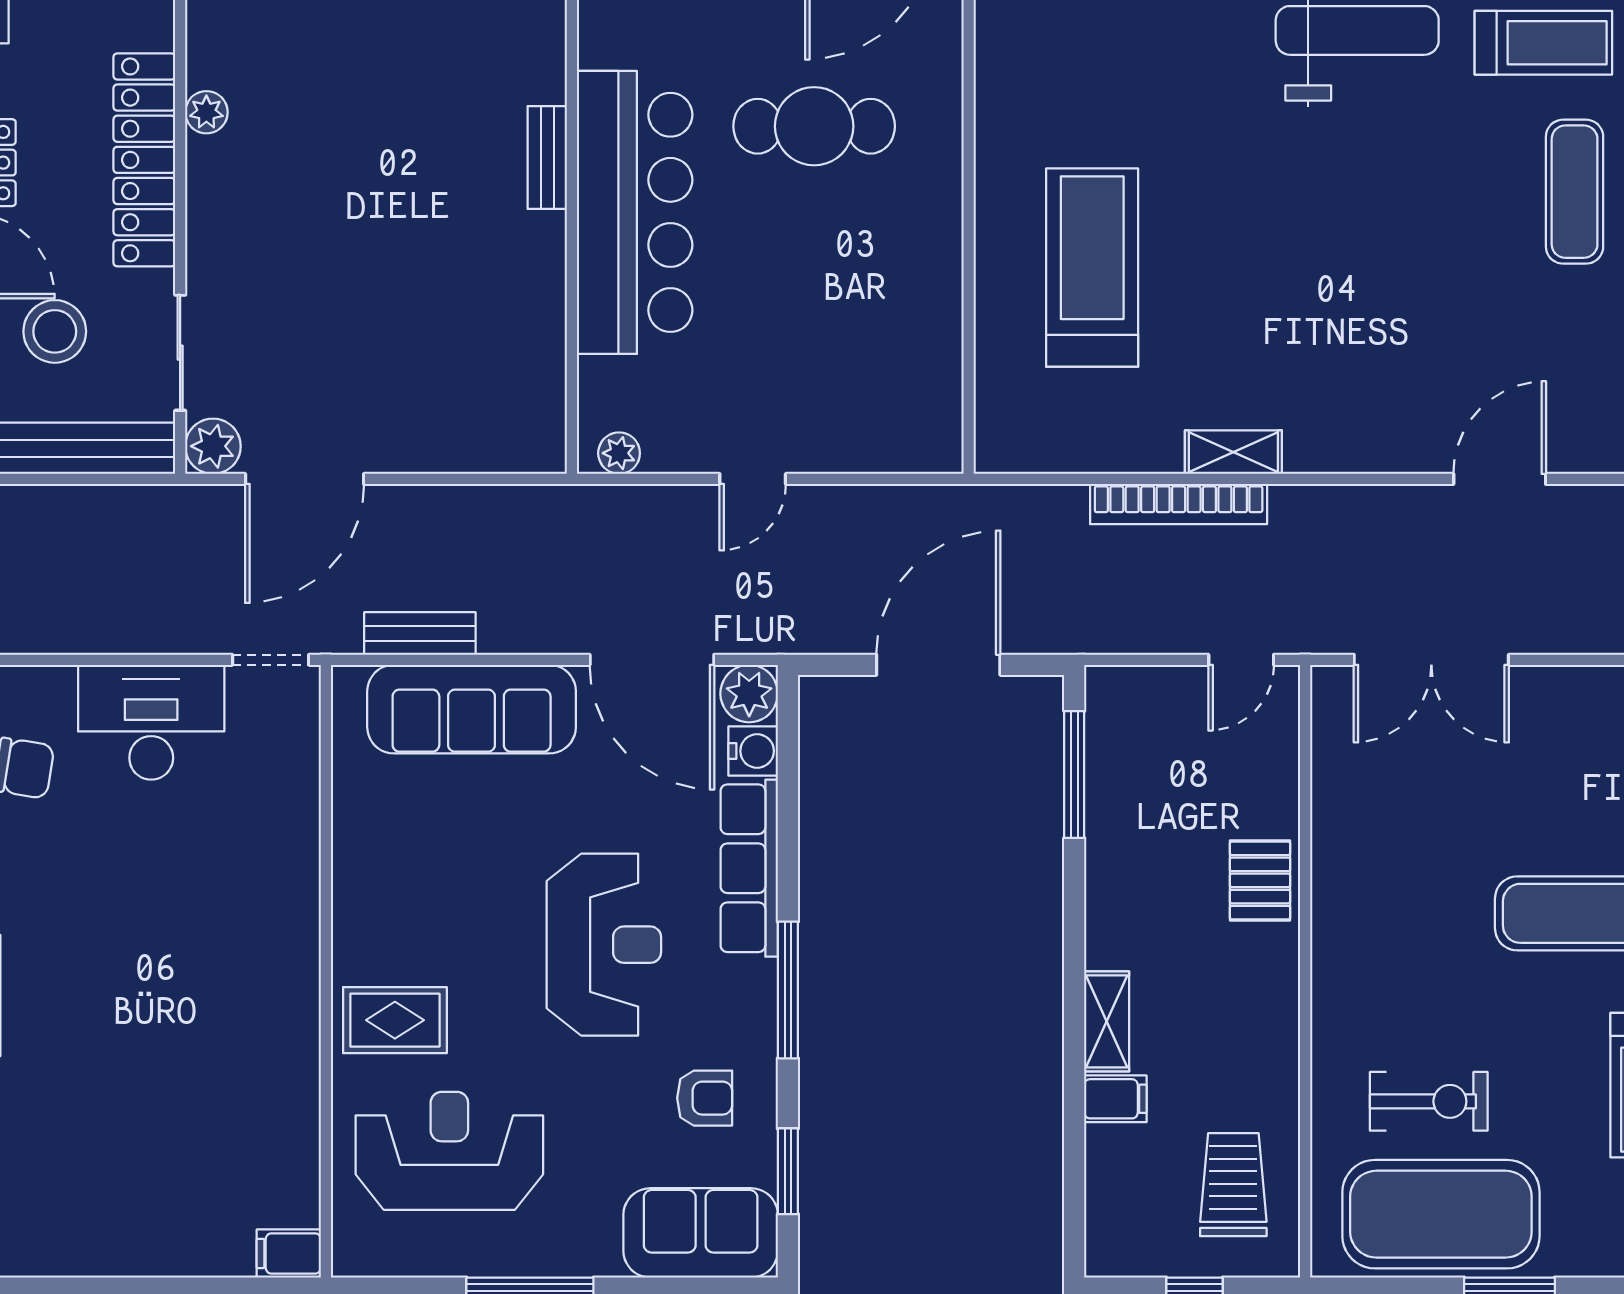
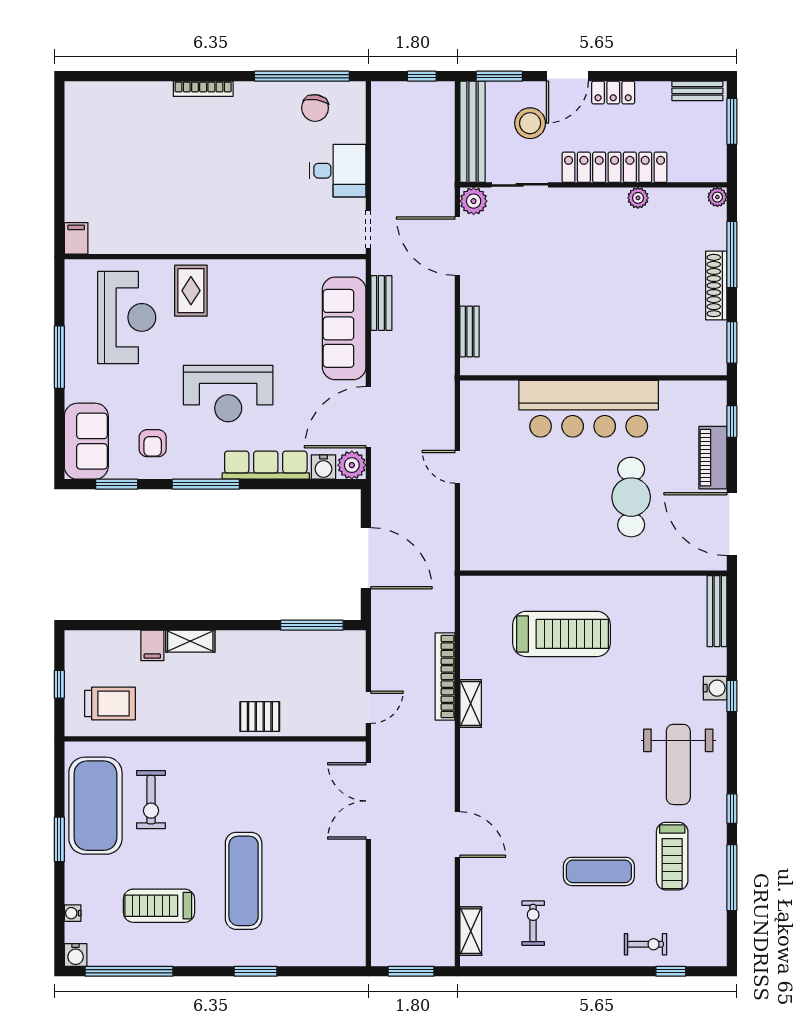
bench: (547, 158) -> (470, 331), moved, turned 90
plant: (619, 453) -> (470, 401), removed
door: (1241, 660) -> (368, 707), swing flipped
desk: (151, 722) -> (338, 171), width x0.73

